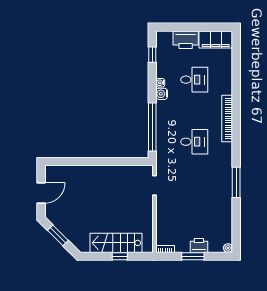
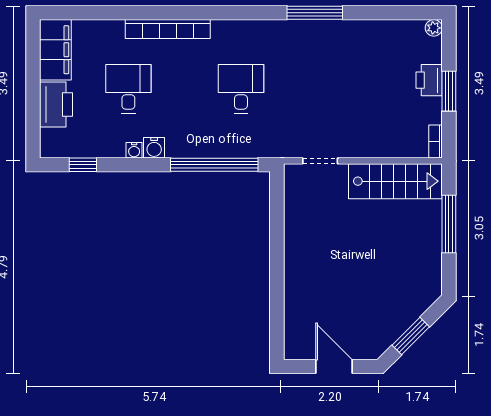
bookcase: (227, 118) -> (168, 29), moved
stairs: (116, 243) -> (395, 181), moved, turned -90
window: (120, 256) -> (449, 224), width x2.17

